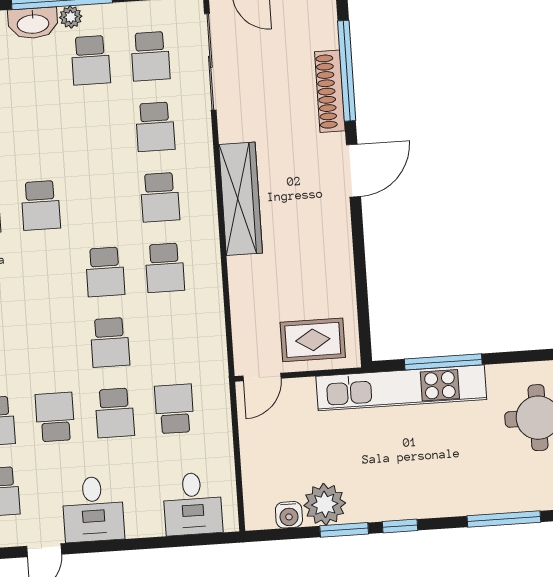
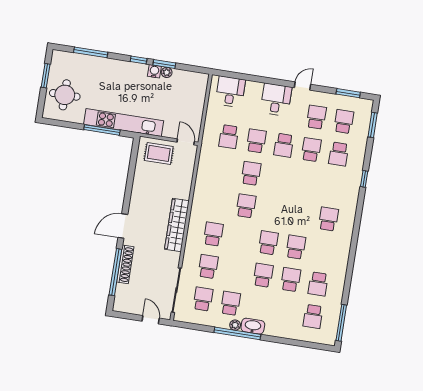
school desk: (165, 268) -> (263, 275), moved
door: (262, 377) -> (186, 142), hinge flipped
plant: (325, 504) -> (167, 72), width x0.53, depth x0.53
water cooler: (289, 515) -> (154, 71), moved

